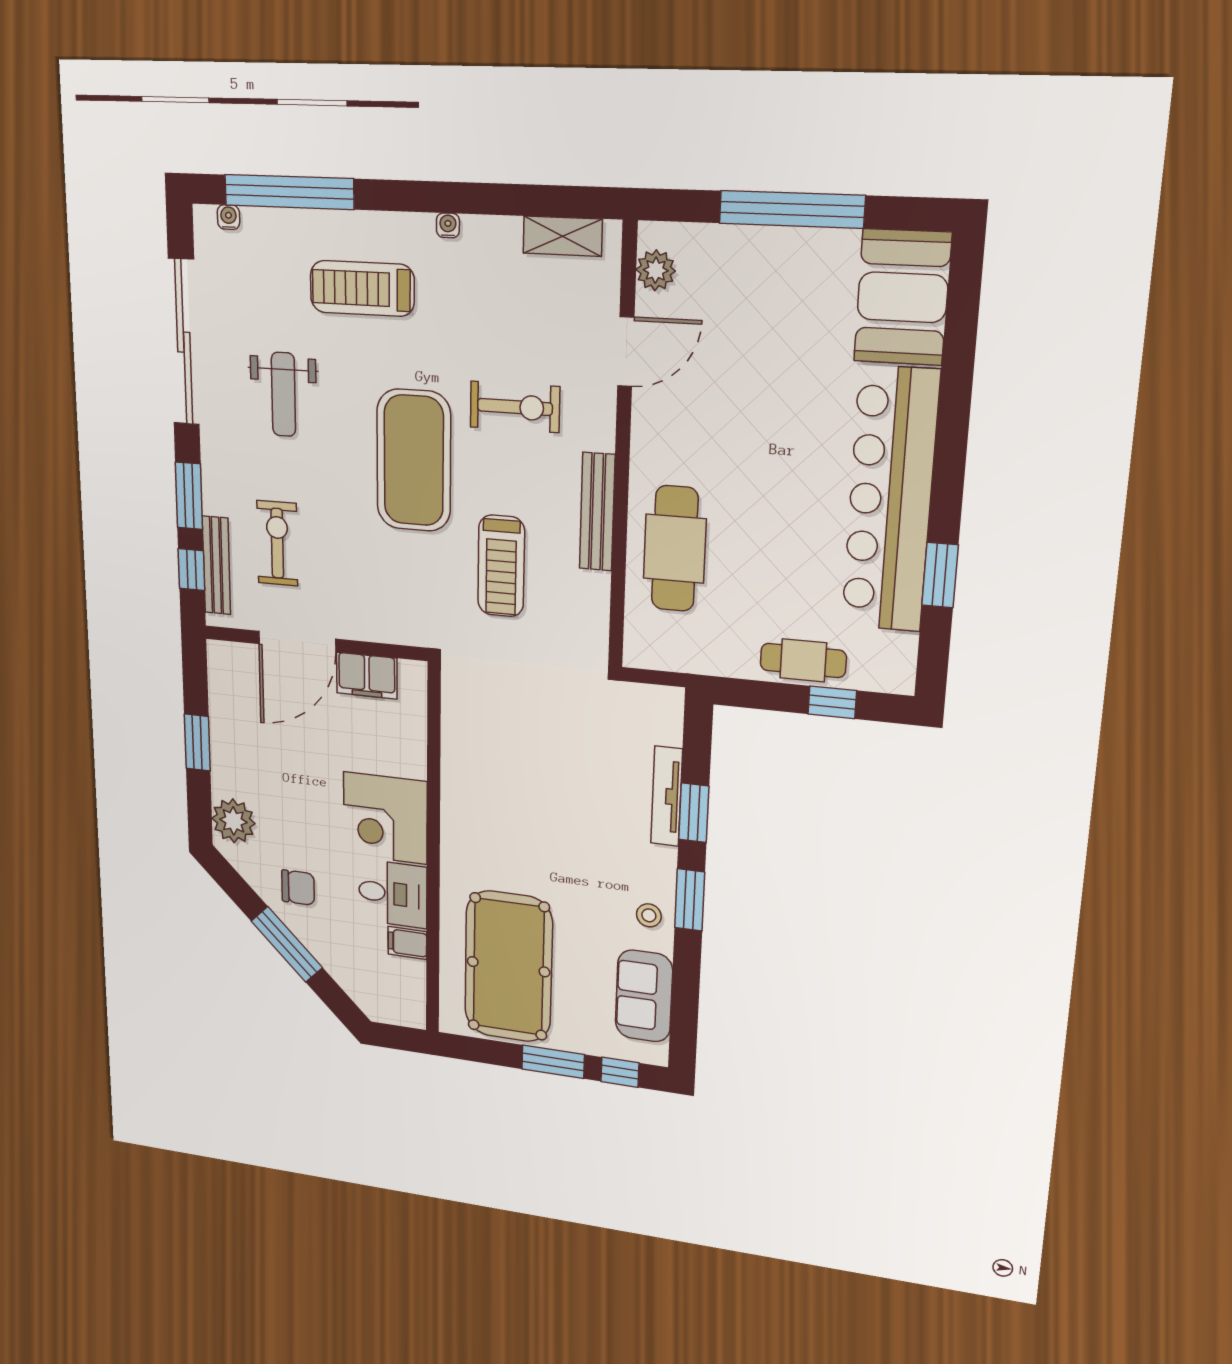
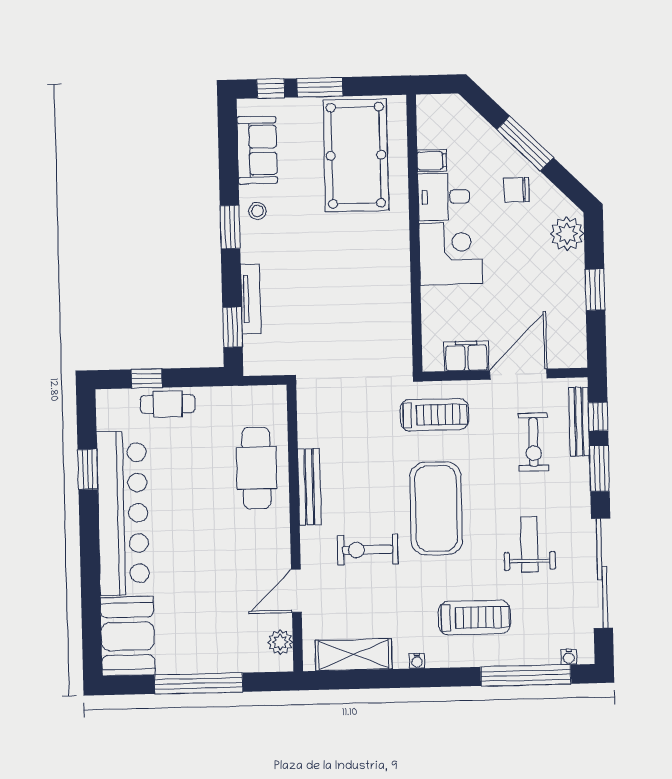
shelving: (563, 236) -> (354, 655), width x1.50, depth x1.33
treadmill: (501, 566) -> (434, 415), moved, turned 90
window: (694, 813) -> (232, 327), moved

